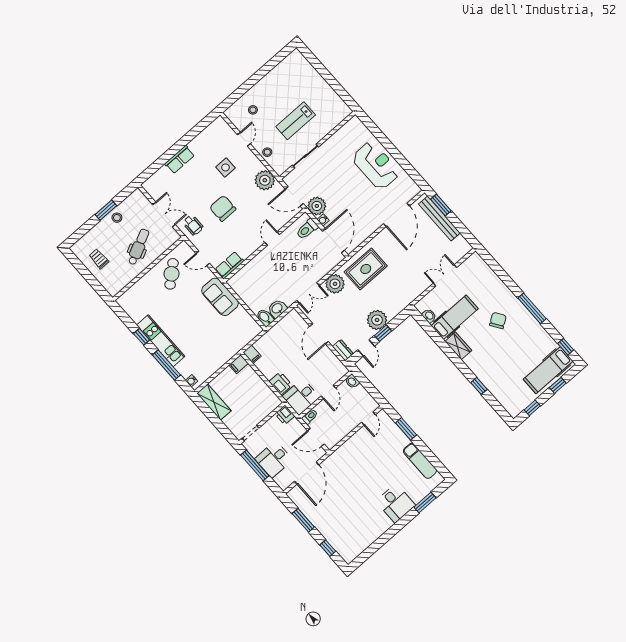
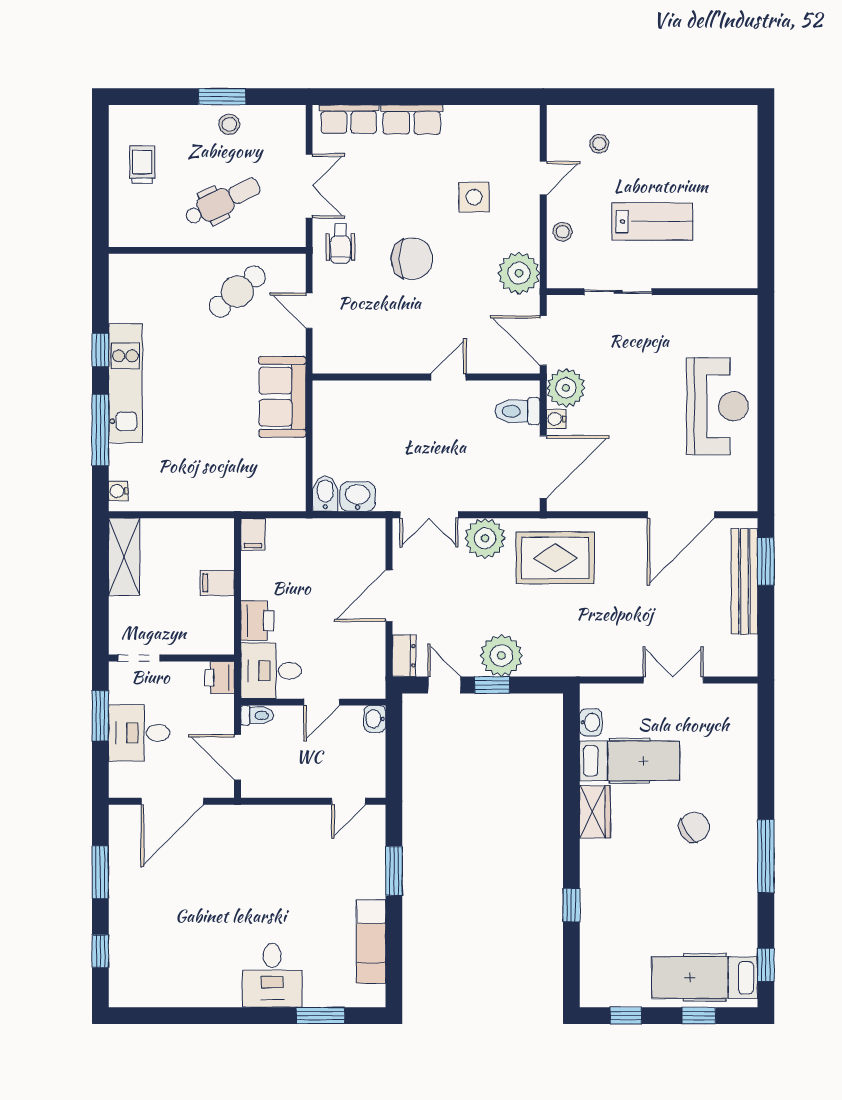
lab bench: (296, 121) -> (652, 221), turned 180
chair: (223, 208) -> (412, 259), turned 90
row of seats: (229, 265) -> (349, 119), moved, turned 180
door: (366, 348) -> (444, 685), swing flipped
filing cabinet: (239, 364) -> (217, 583), moved
window: (255, 465) -> (100, 716), width x0.69

